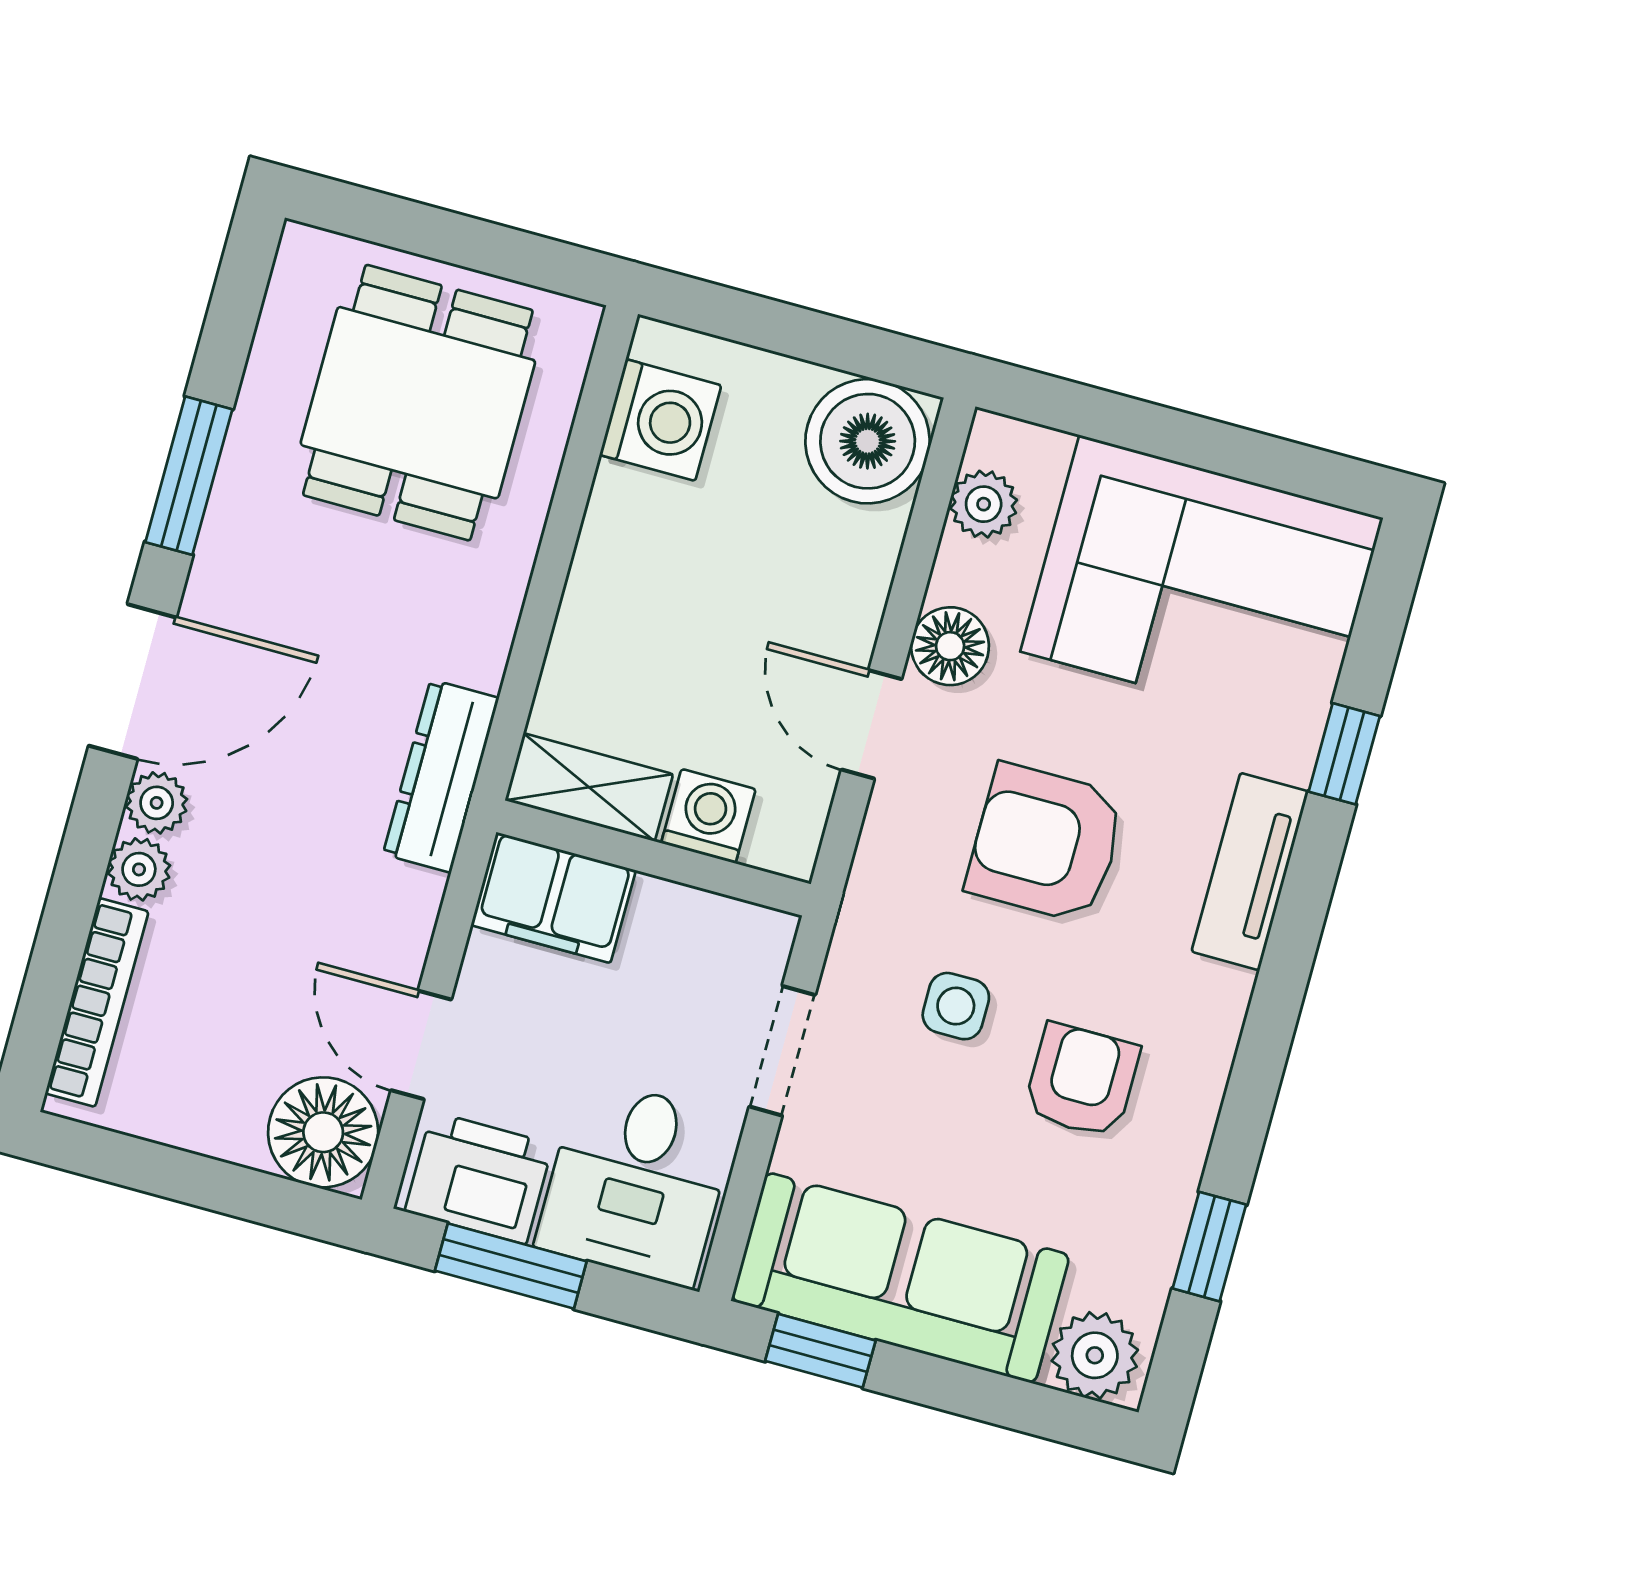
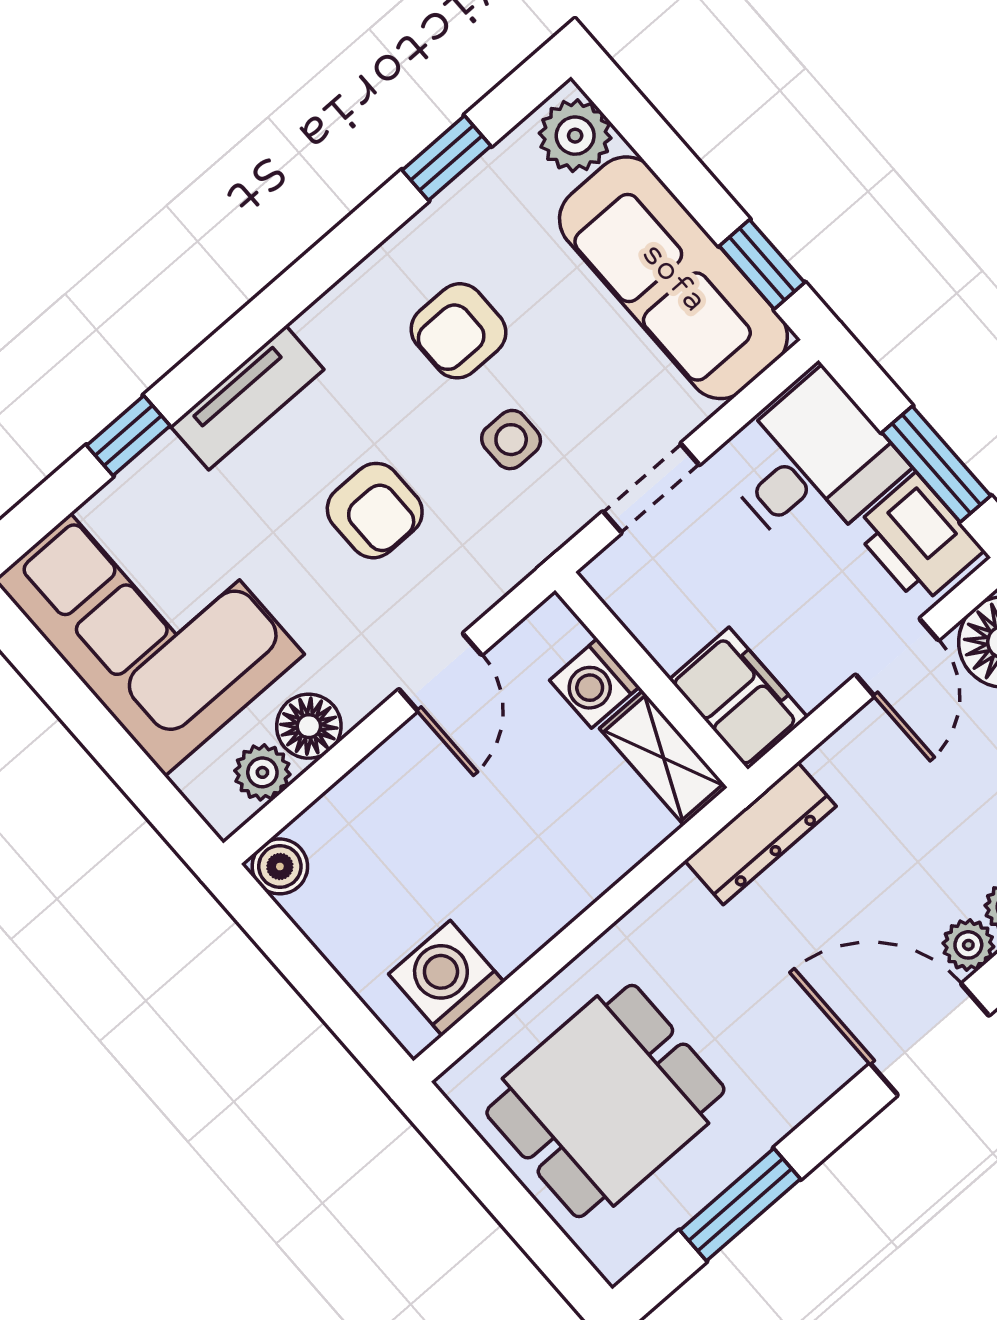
boiler: (868, 441) -> (280, 866), width x0.54, depth x0.54
window: (189, 476) -> (740, 1205), moved
floor lamp: (950, 646) -> (309, 726), moved
armchair: (1046, 843) -> (375, 511), width x0.72, depth x0.72

